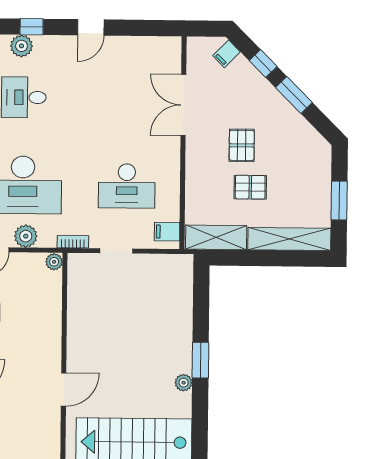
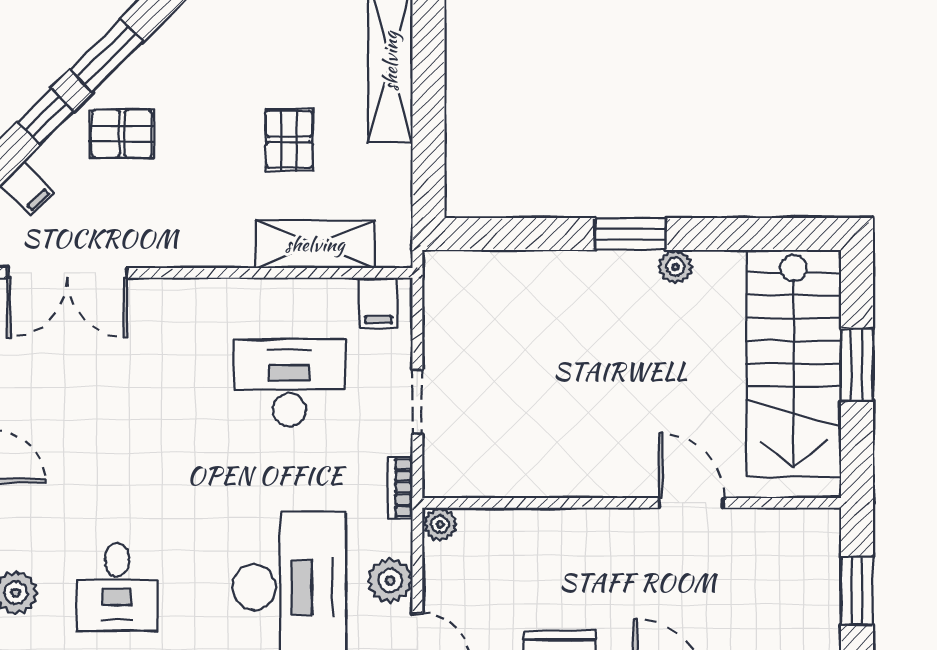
double door: (183, 105) -> (67, 273), moved
pallet: (242, 145) -> (122, 134), moved
desk: (127, 186) -> (289, 383), turned -90
shelving: (216, 237) -> (315, 244), moved, turned 90

